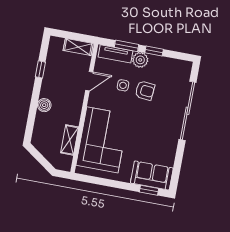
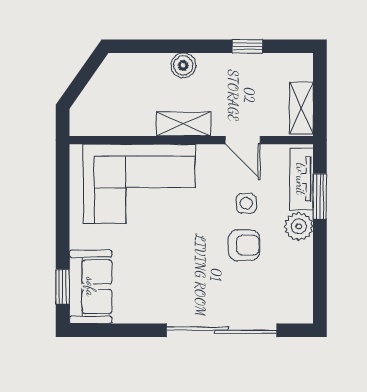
window: (154, 51) -> (320, 249), removed
armchair: (145, 91) -> (244, 245), turned -95
shelving: (70, 140) -> (184, 124), moved

